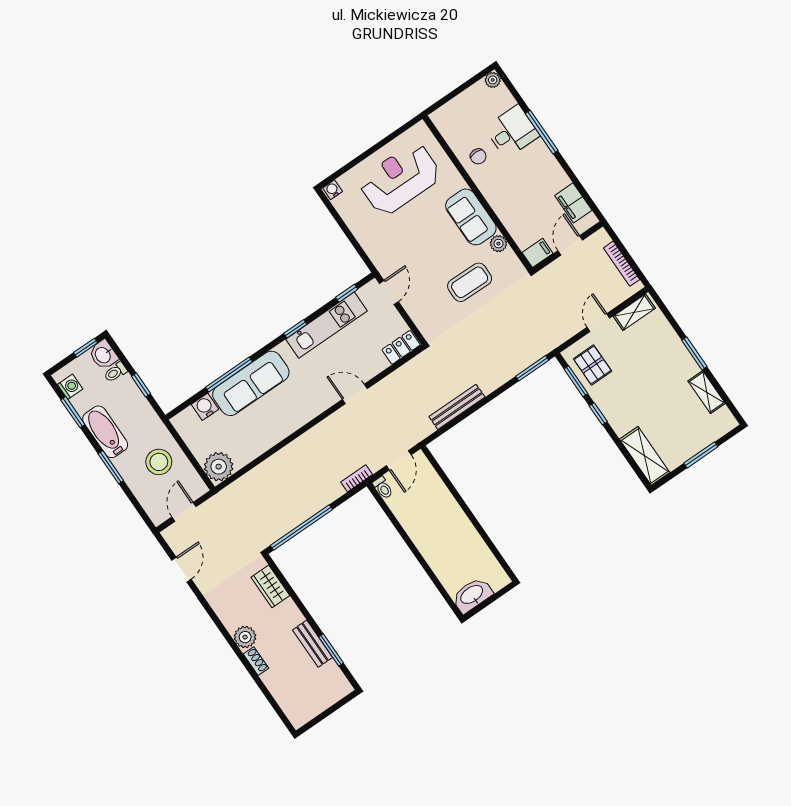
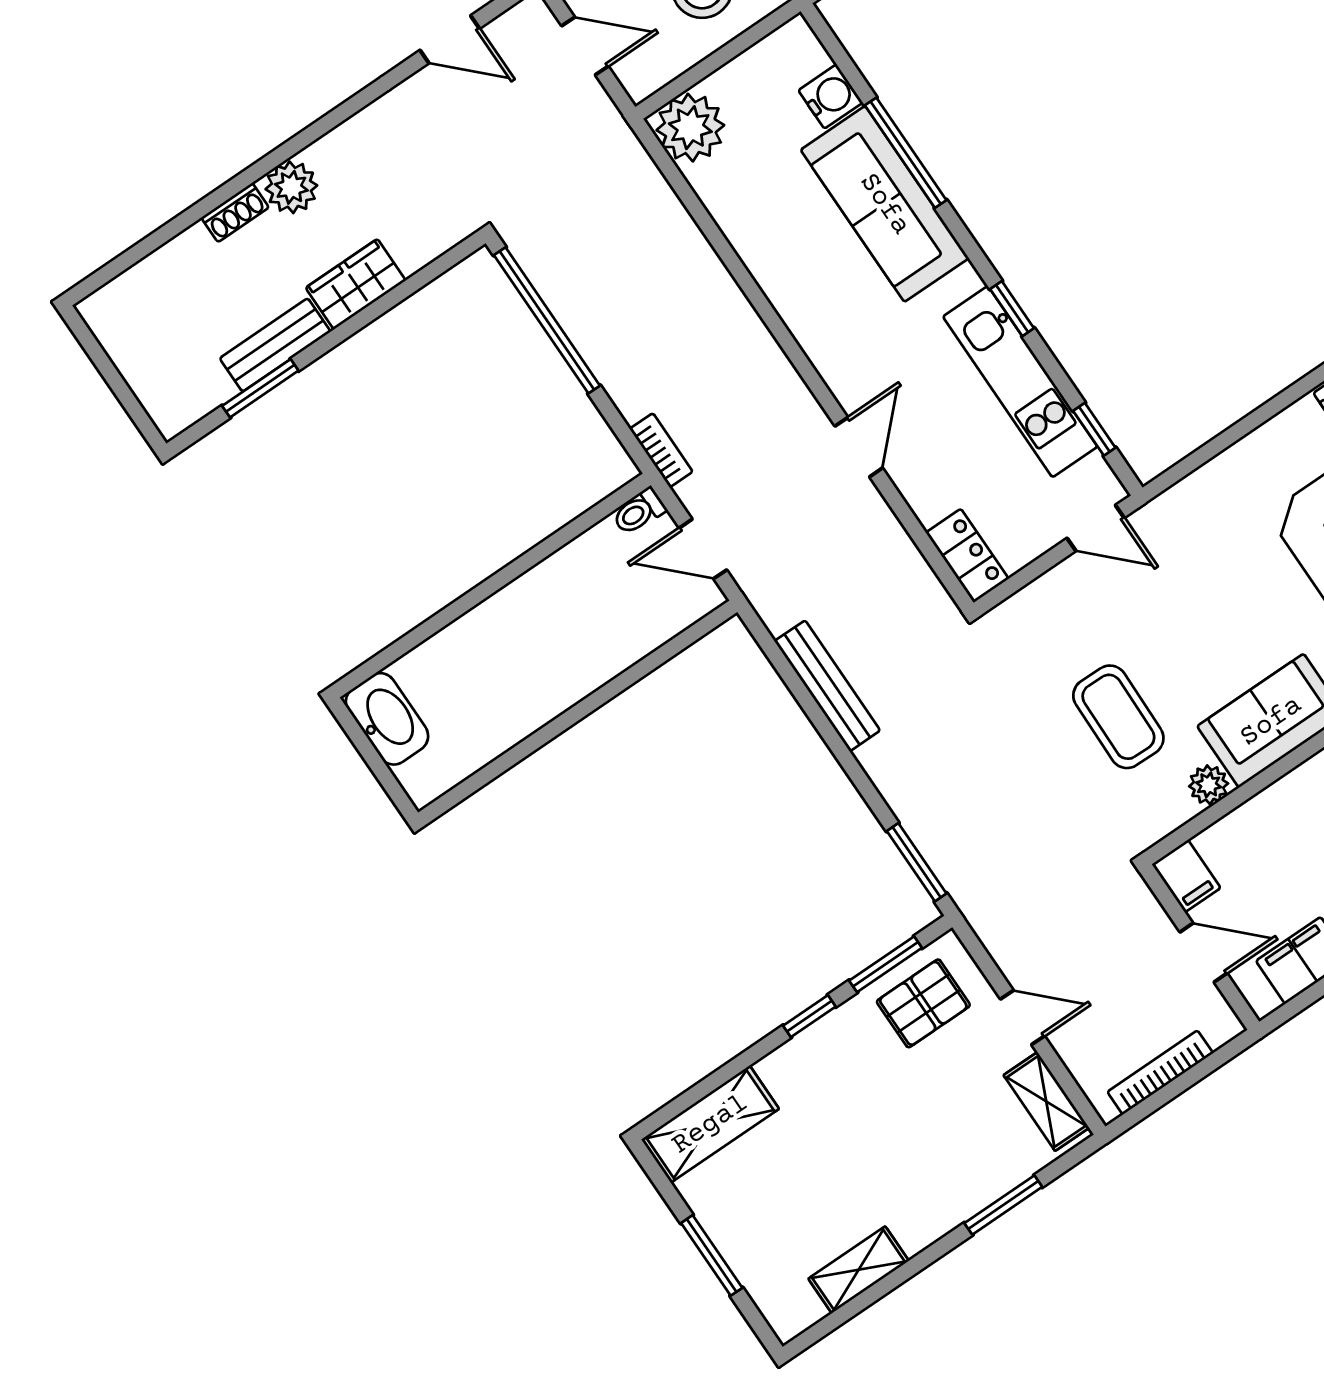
window: (694, 353) -> (1003, 1205), moved
wardrobe: (270, 586) -> (356, 284), moved

